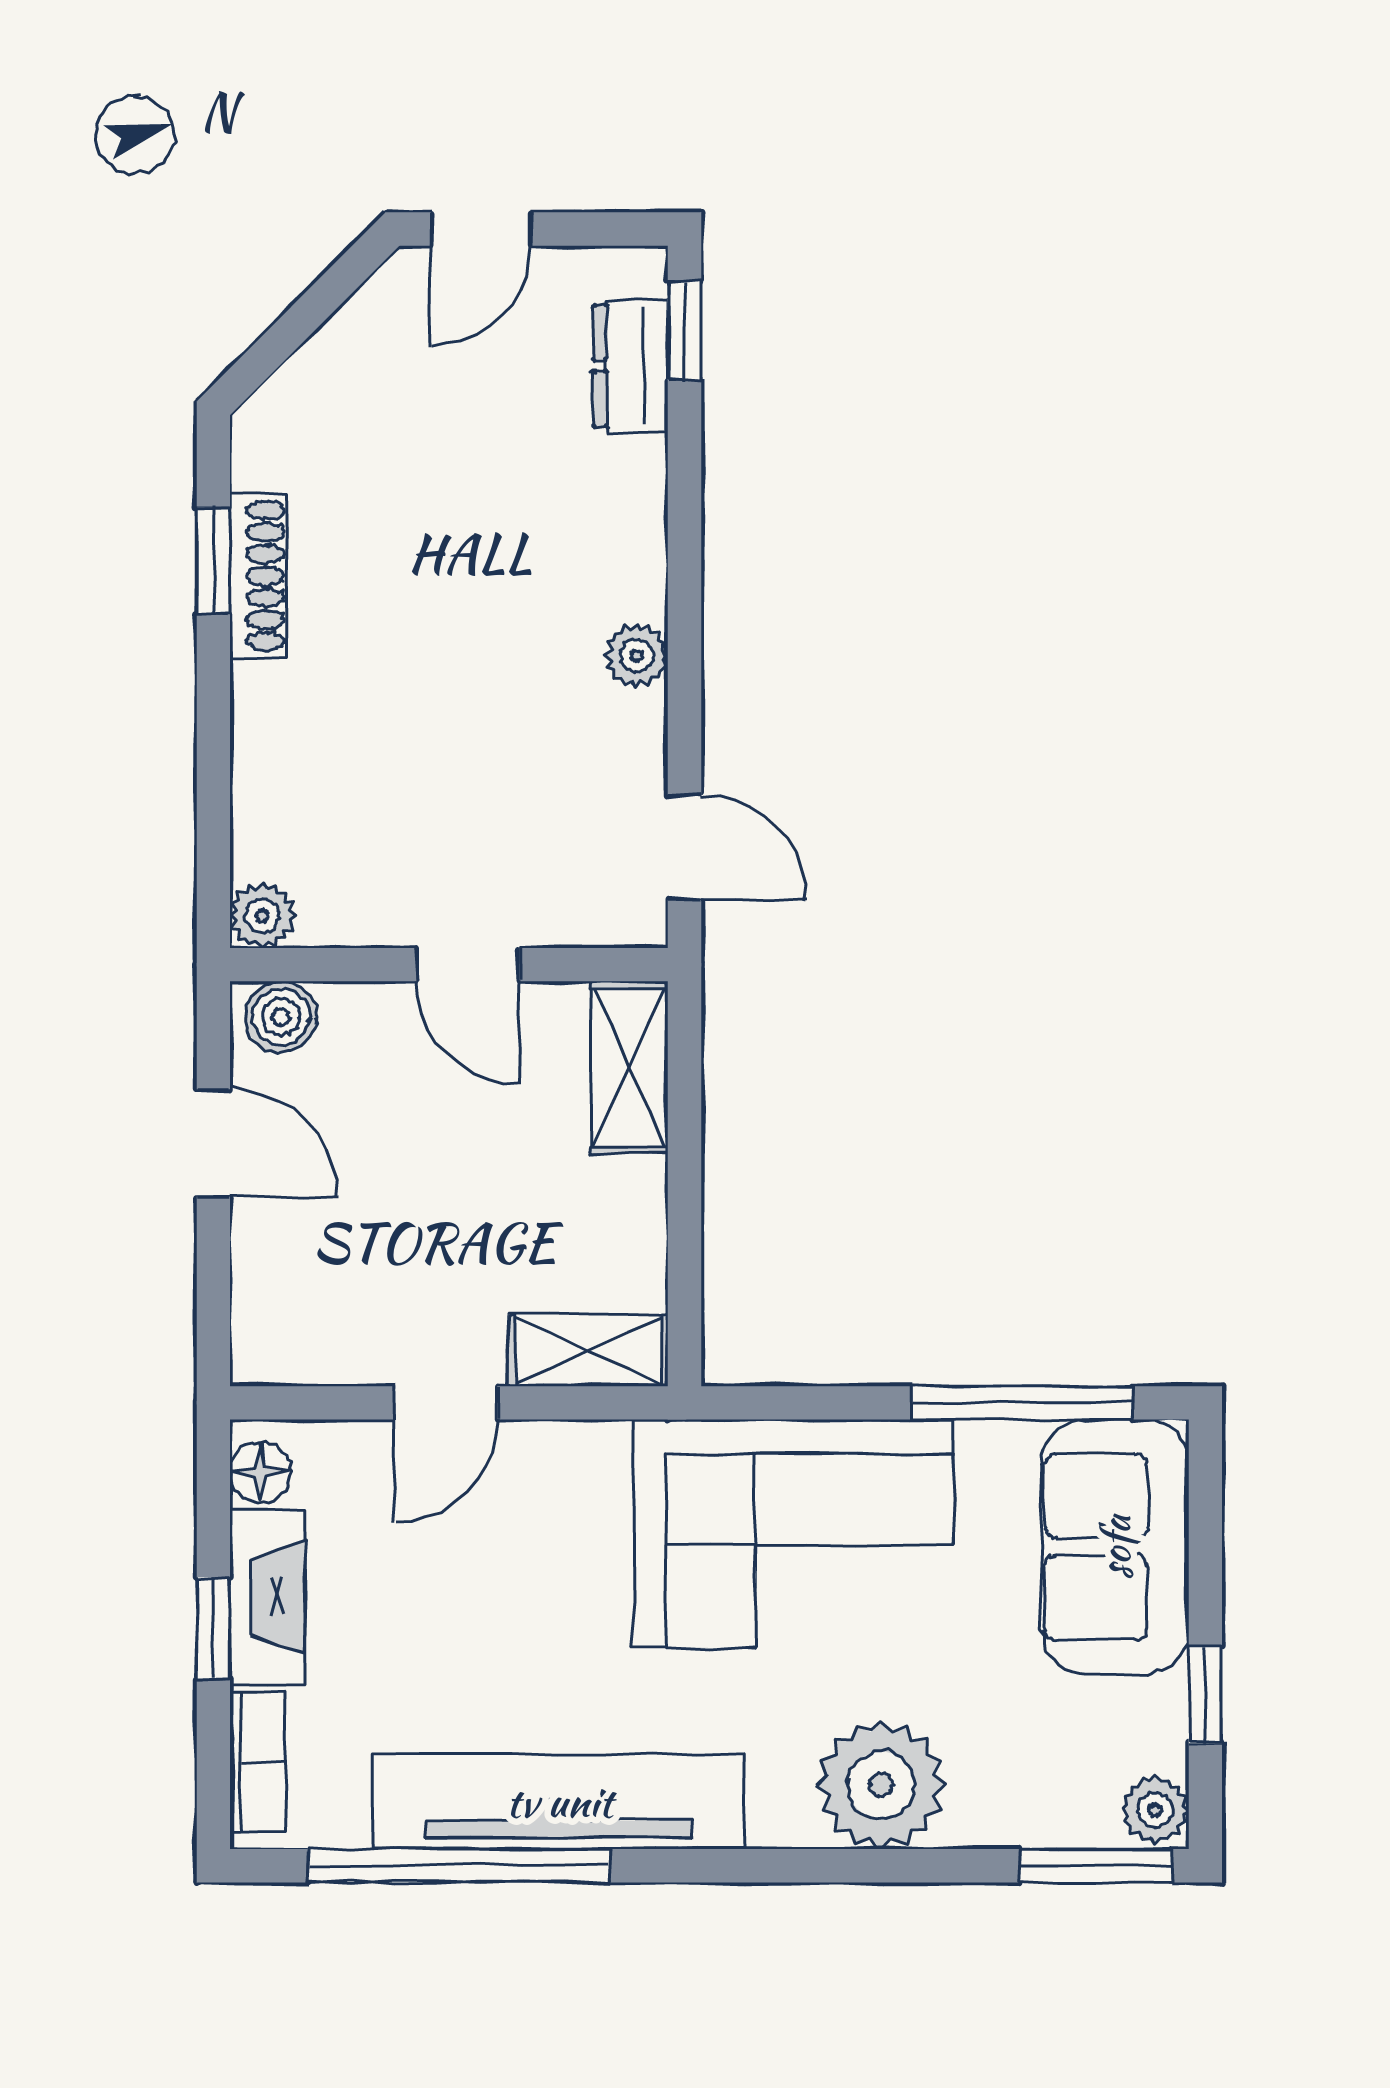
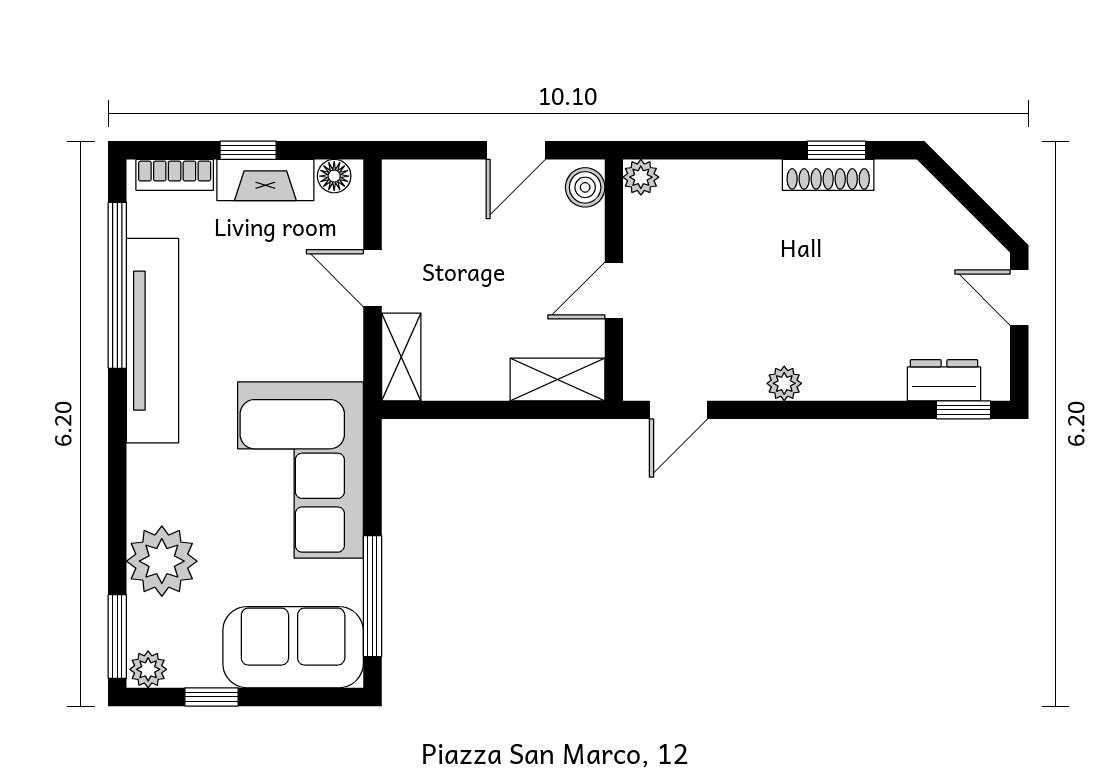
plant: (881, 1785) -> (162, 561), moved

